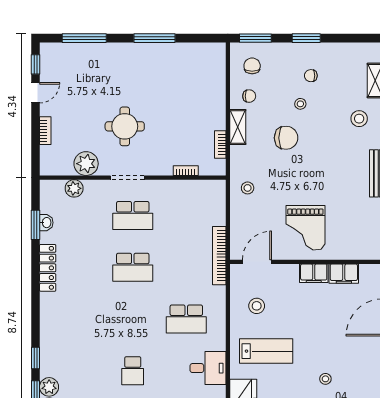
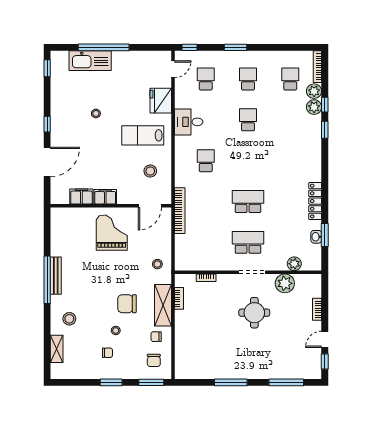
shelving: (238, 127) -> (163, 305), width x1.50, depth x1.33
school desk: (186, 319) -> (206, 161), width x0.54

